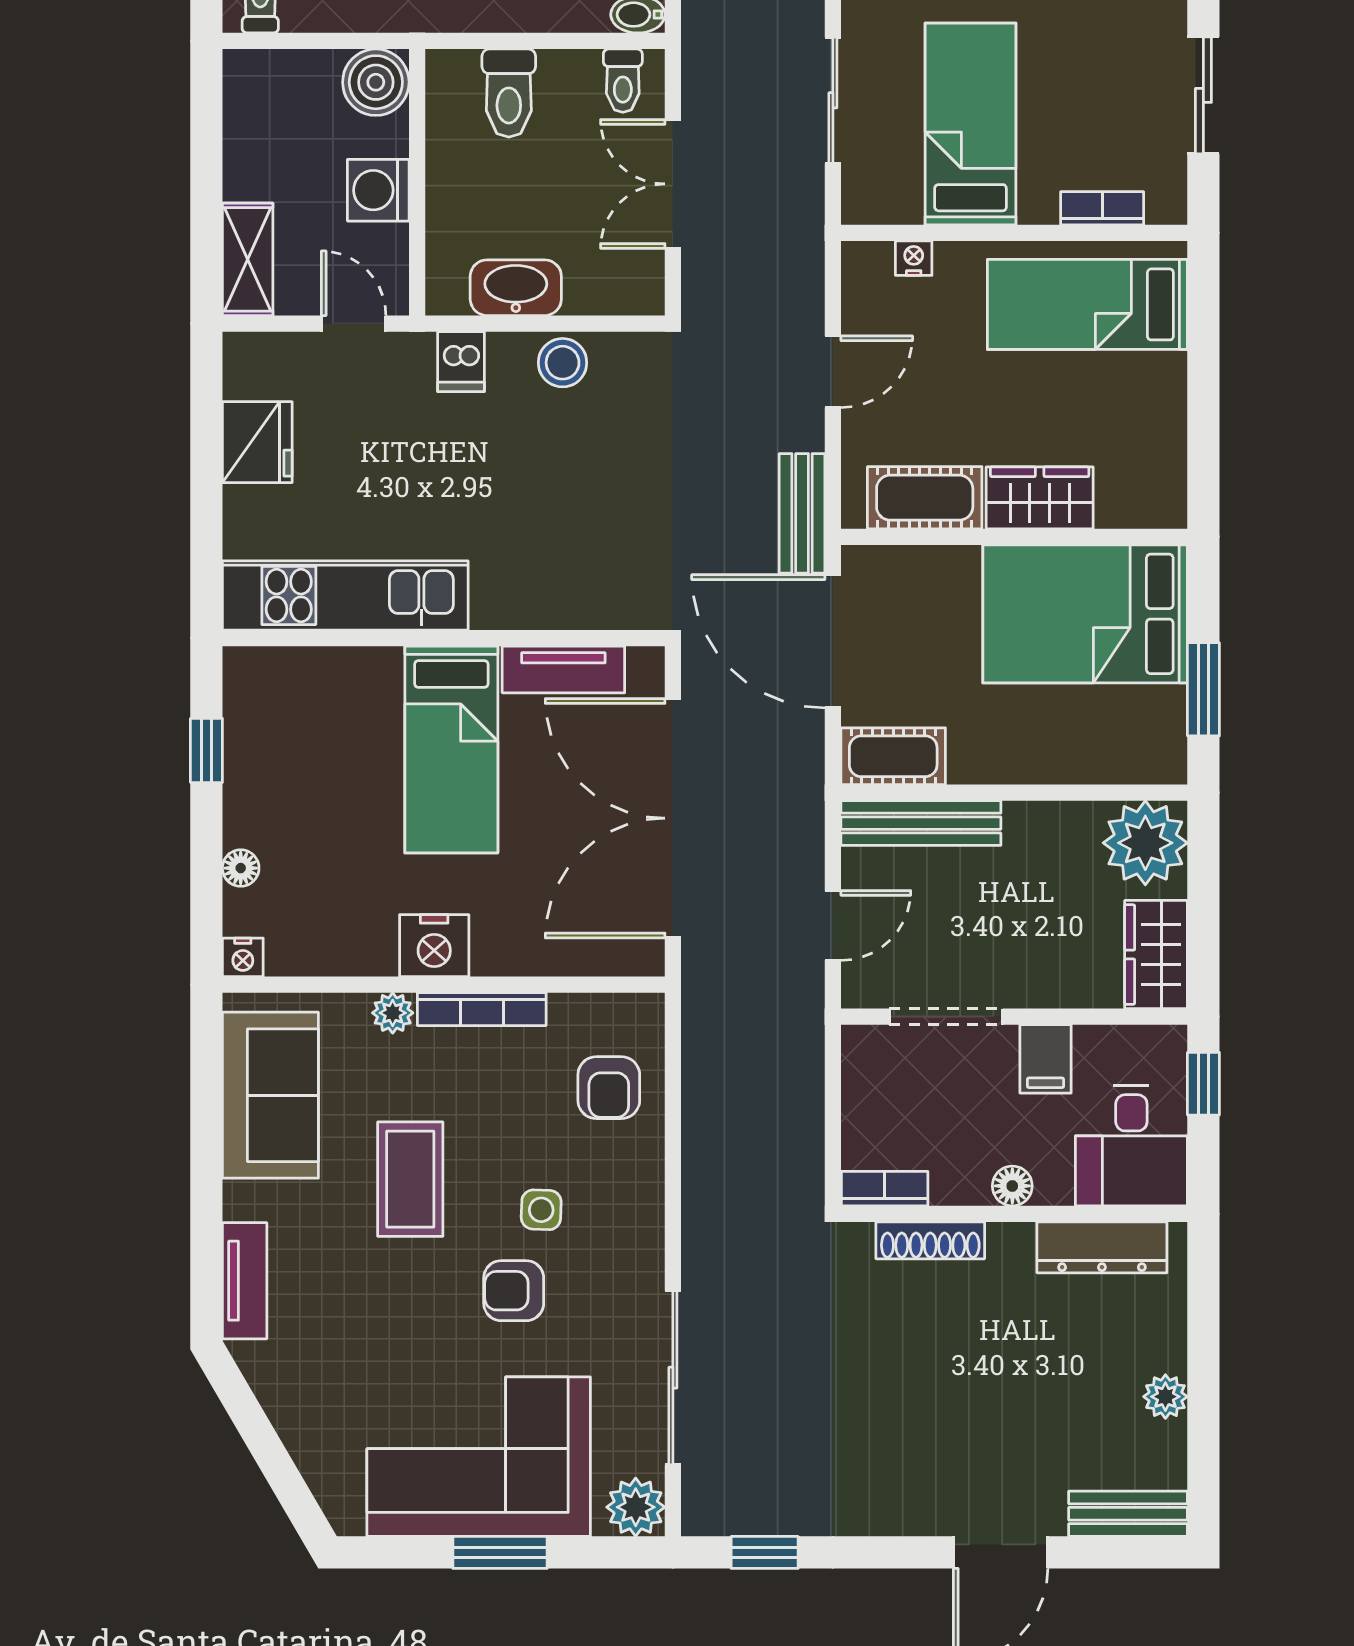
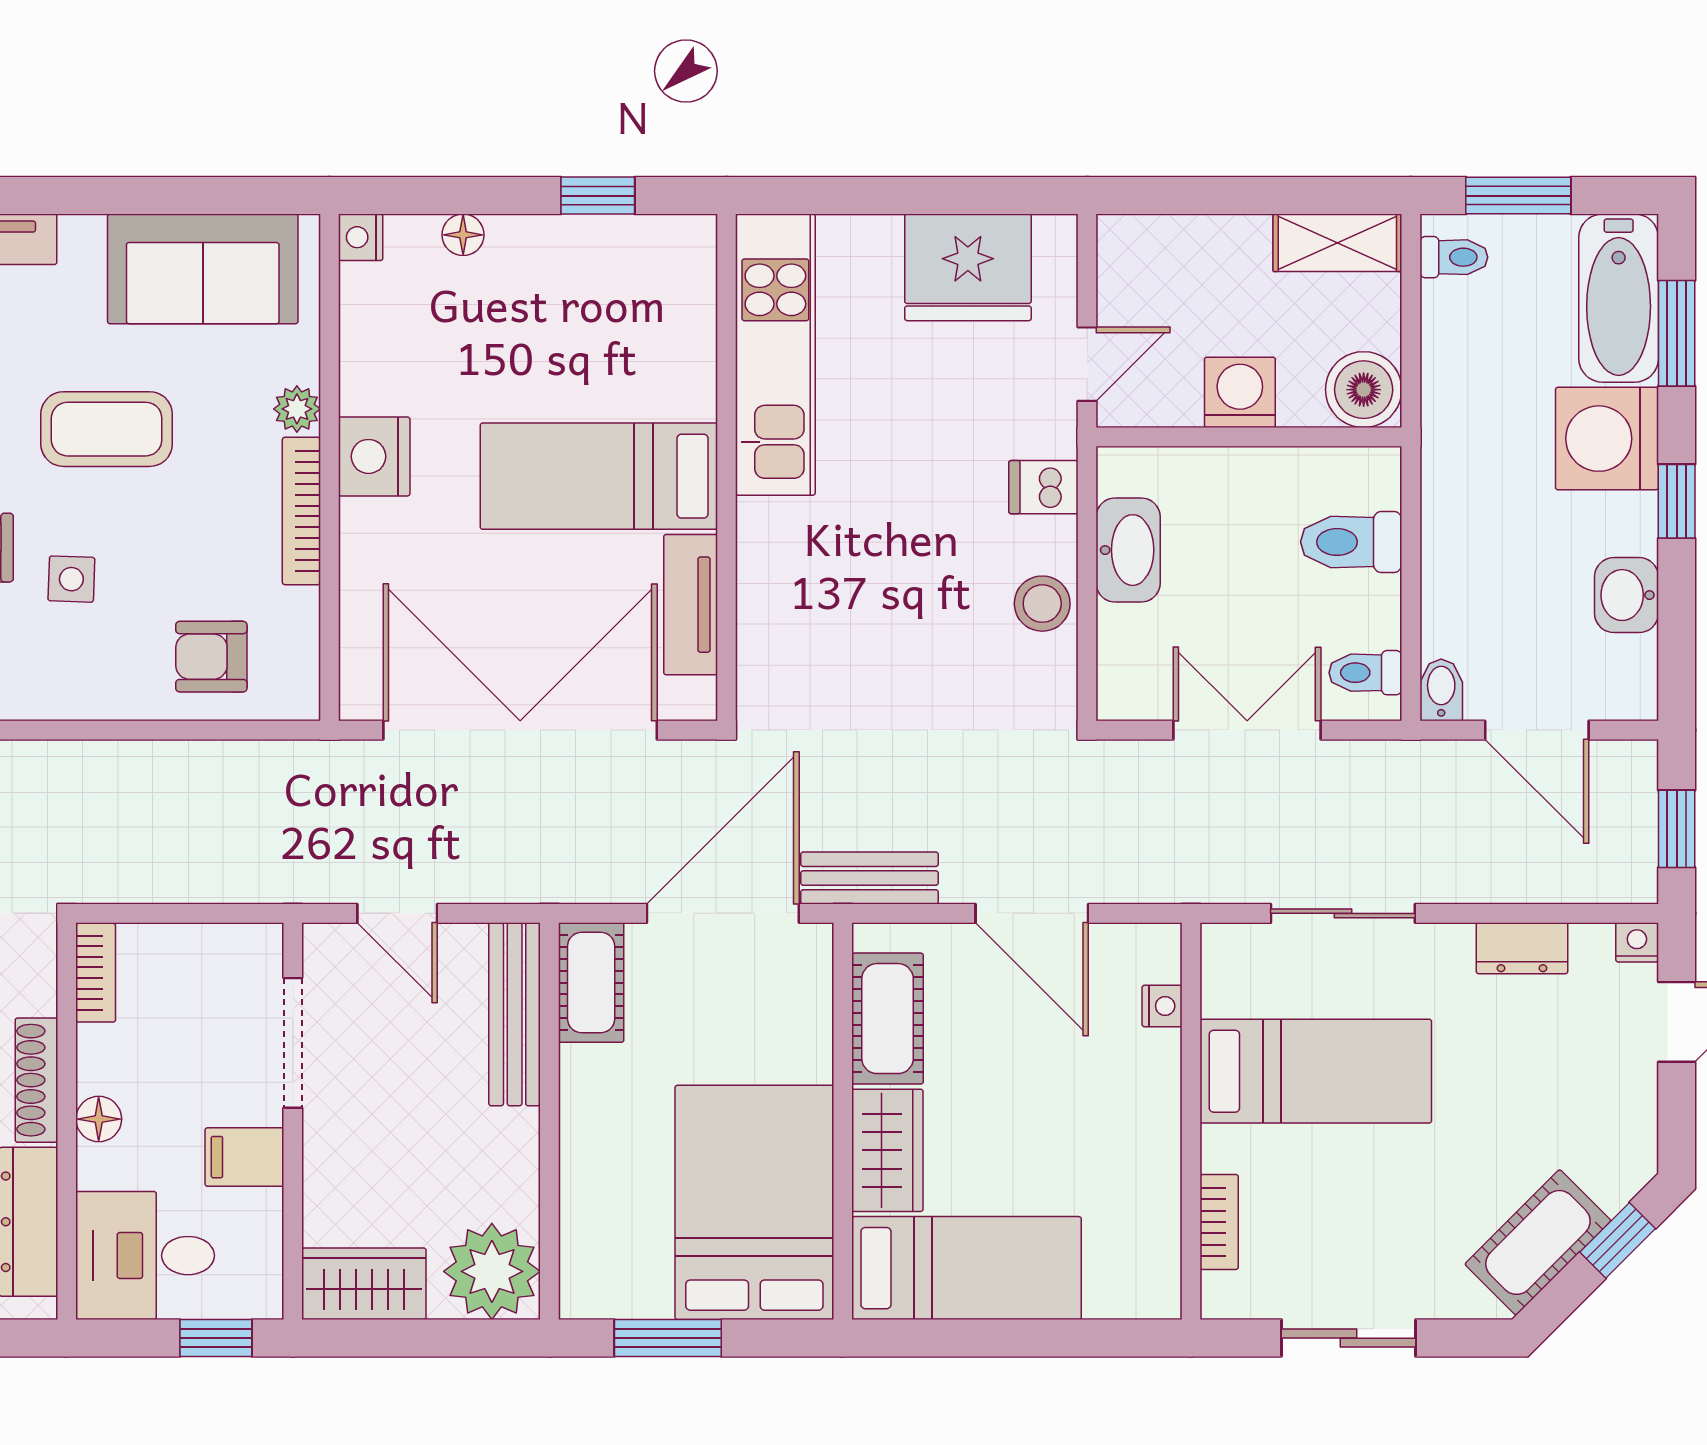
shelving: (248, 259) -> (1337, 243), moved
bed: (1087, 304) -> (967, 1268), moved, turned 90
door: (833, 372) -> (1032, 913), width x1.38
fridge: (257, 442) -> (968, 267), width x1.36, depth x1.34
shoe rack: (930, 1240) -> (36, 1080), moved

